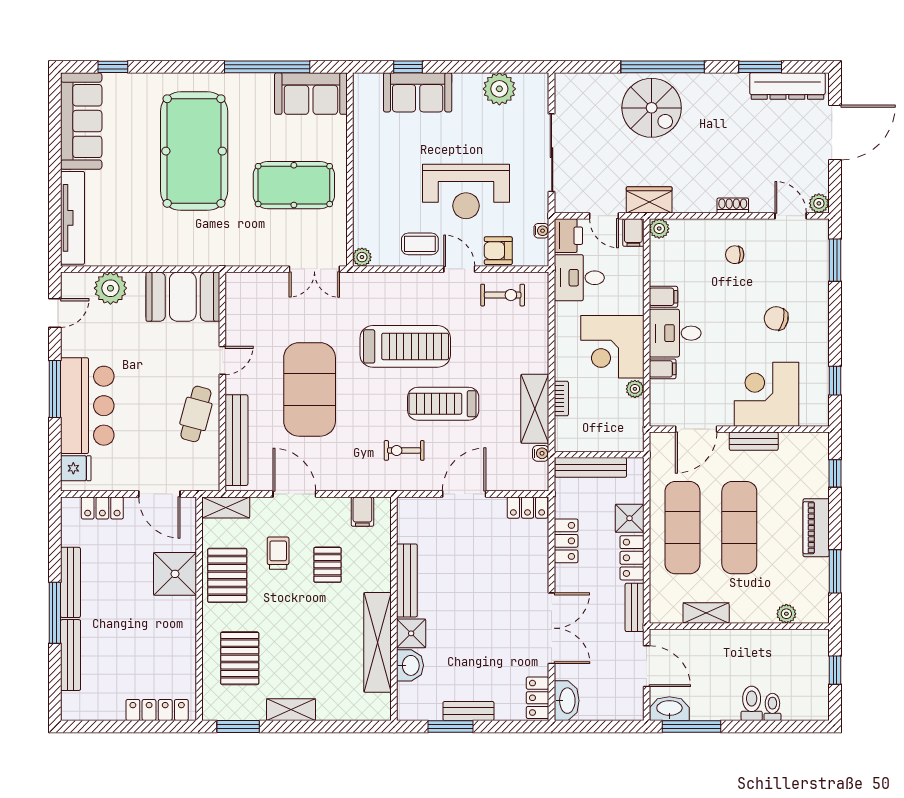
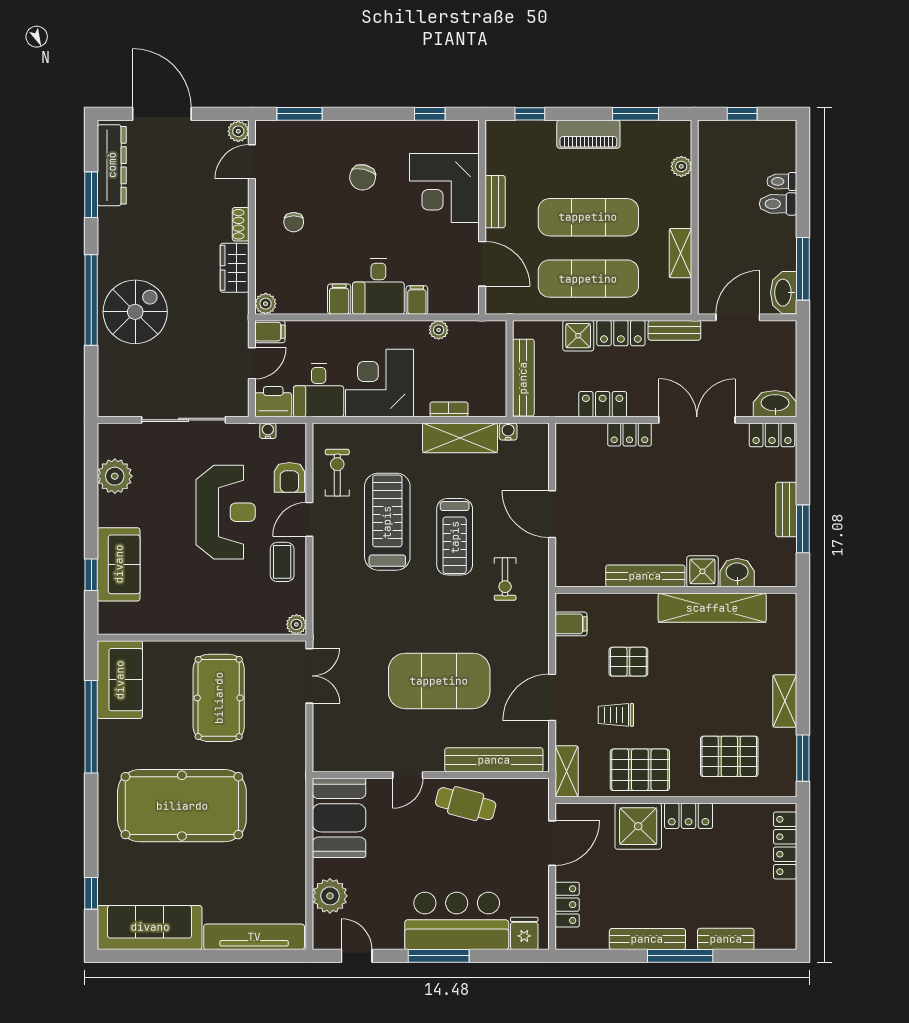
wardrobe: (649, 200) -> (235, 268), moved
treadmill: (405, 346) -> (387, 522), moved
corner desk: (612, 347) -> (379, 383), moved, turned 180
door: (222, 360) -> (408, 775), swing flipped
locker: (528, 508) -> (629, 434), moved, turned 90
locker: (185, 621) -> (689, 816), added
bench: (71, 655) -> (726, 939), width x0.73

